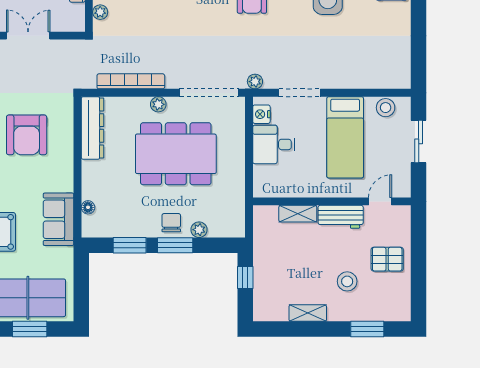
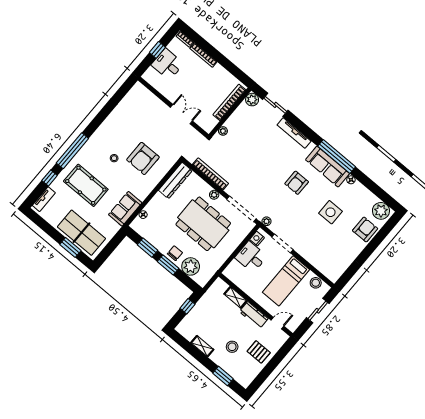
plant: (199, 230) -> (191, 266), width x1.87, depth x1.87

